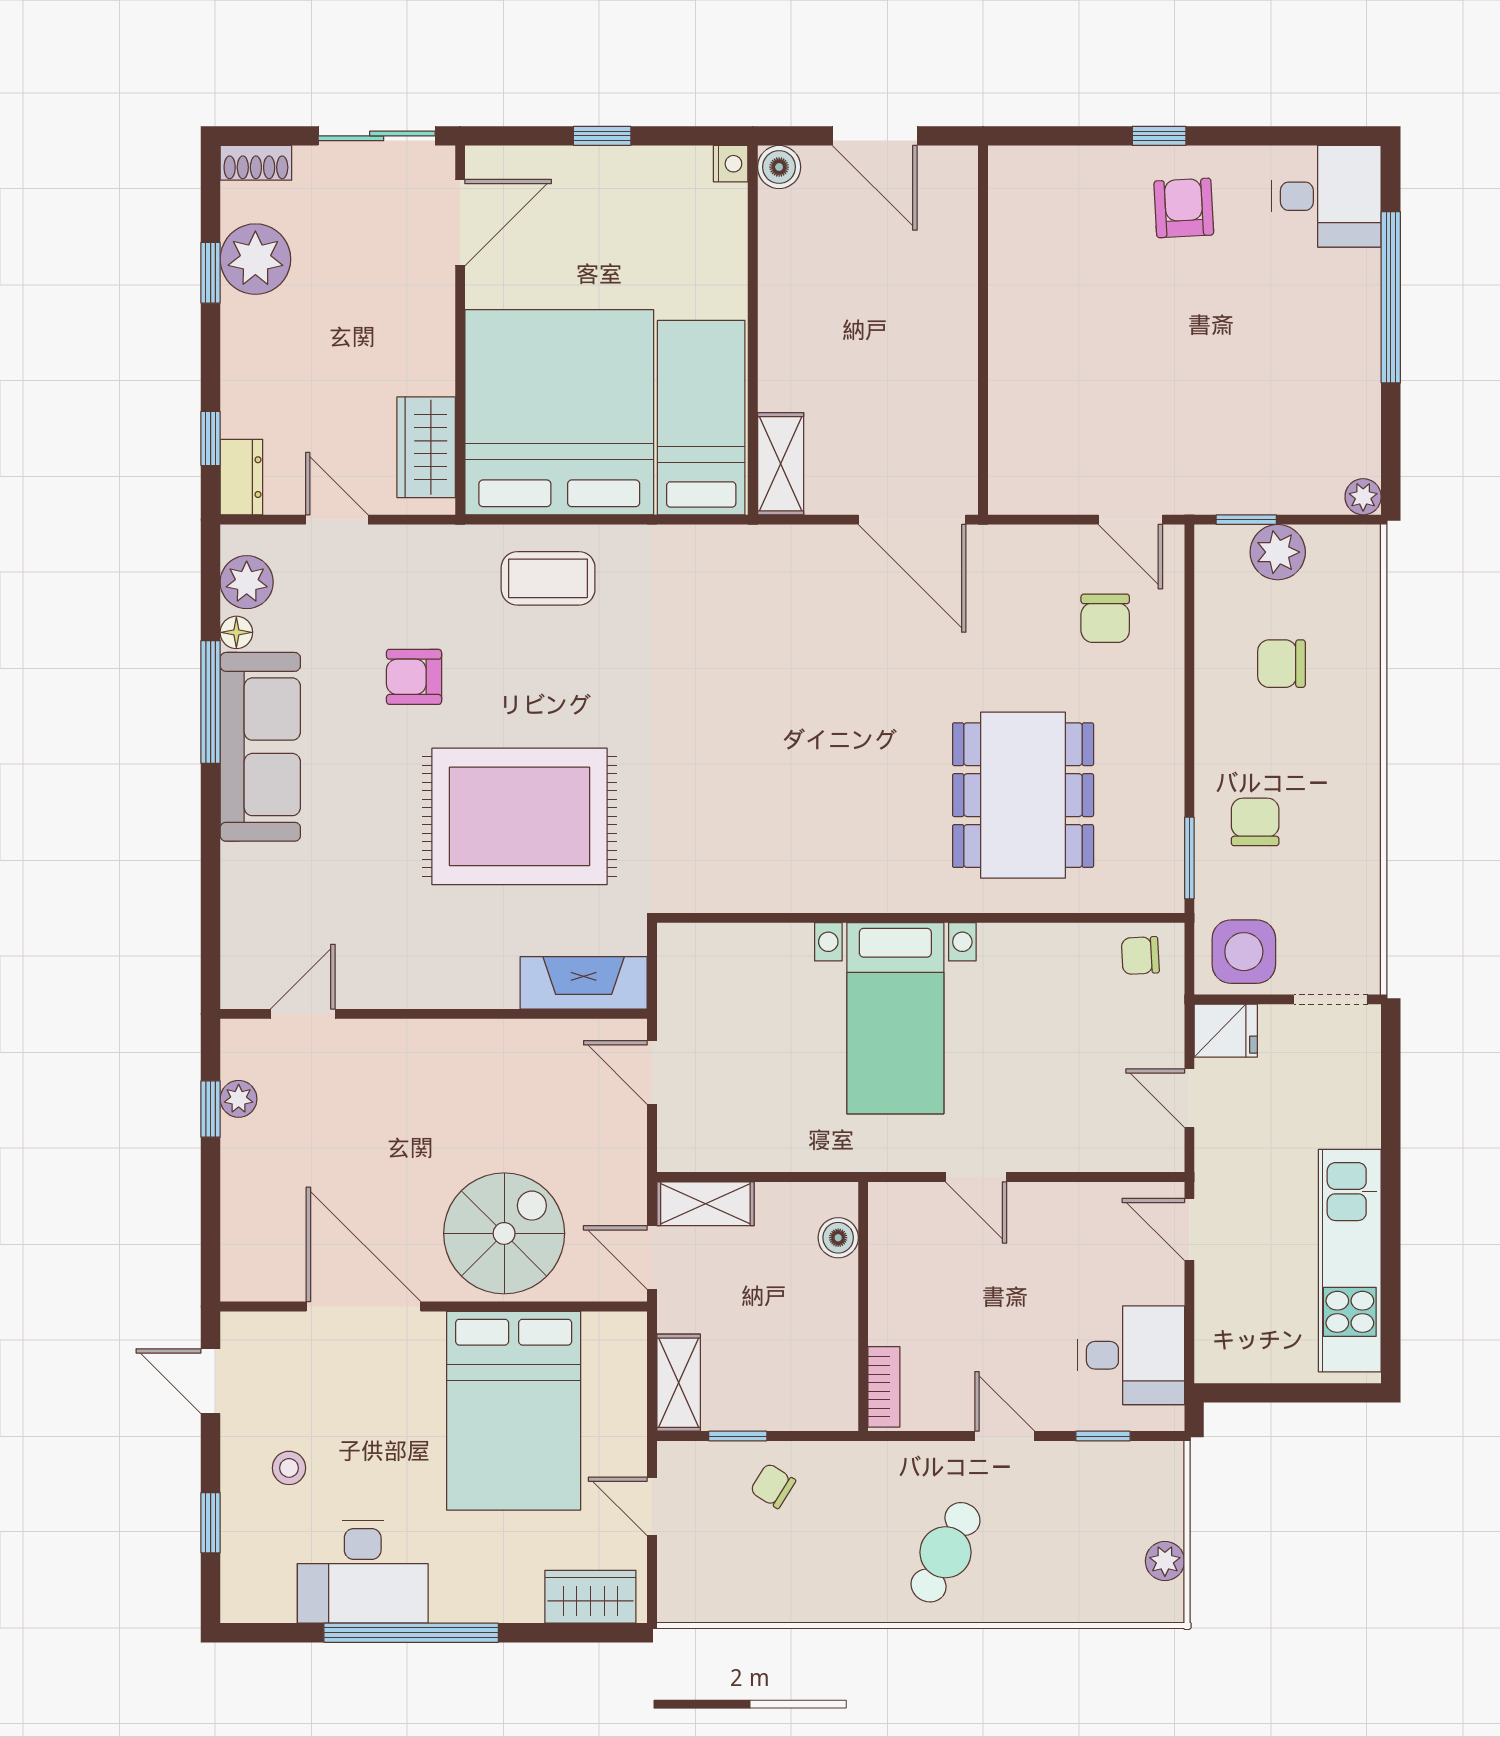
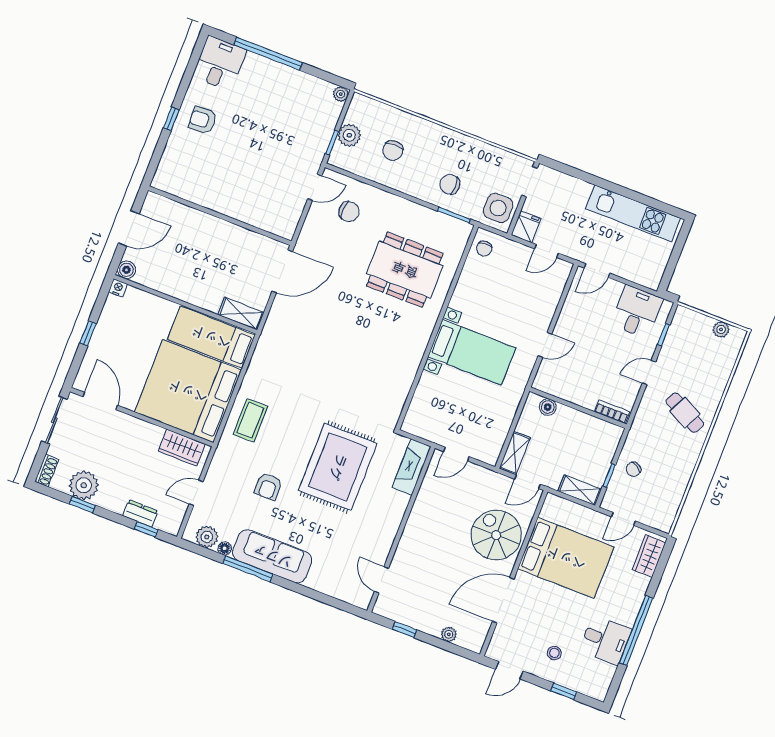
dresser: (241, 477) -> (140, 513), moved
plant: (239, 1099) -> (449, 634), moved
desk: (363, 1572) -> (605, 640), width x0.73

